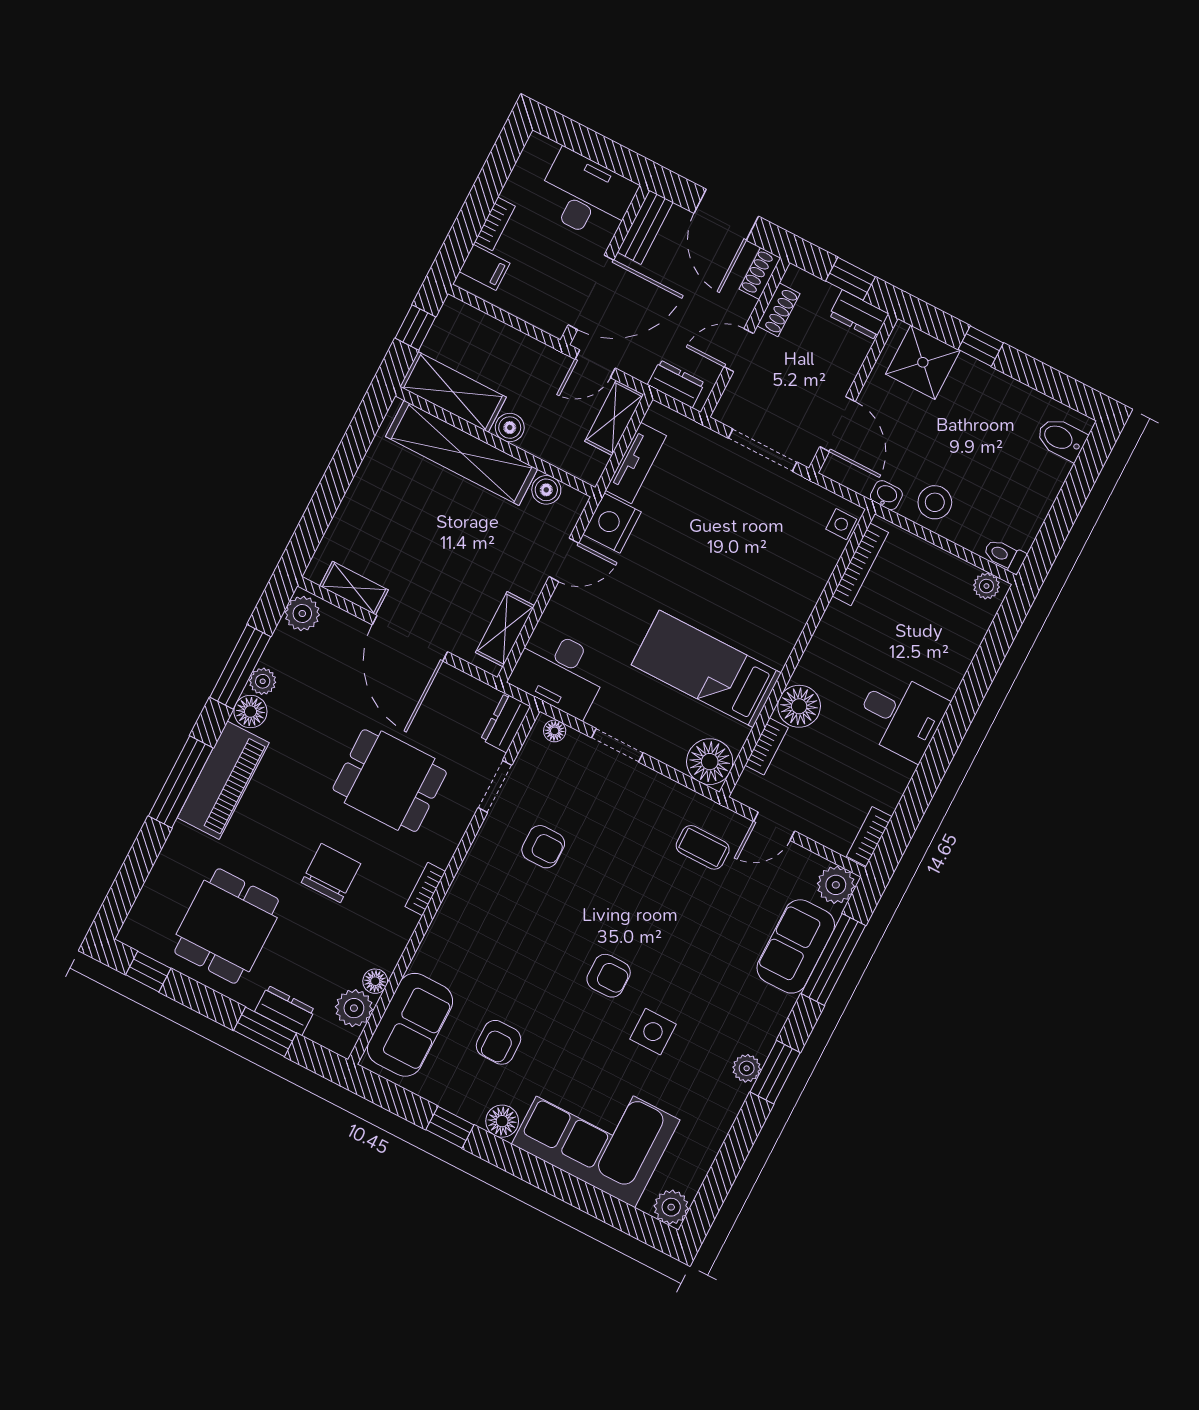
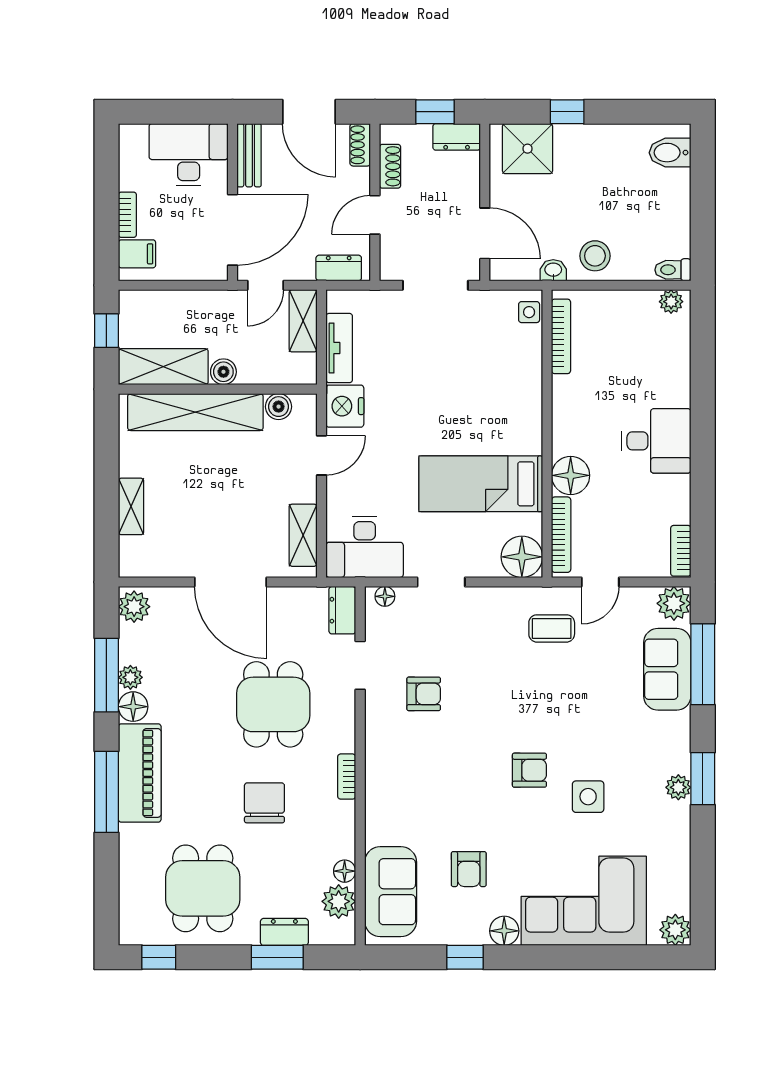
shelving: (354, 588) -> (131, 506), moved, turned 90
bookcase: (767, 746) -> (561, 535), width x1.56
dining table: (390, 781) -> (273, 704), turned 90

